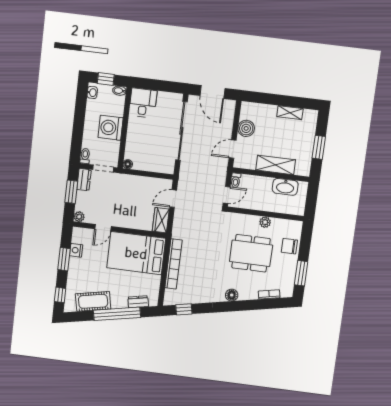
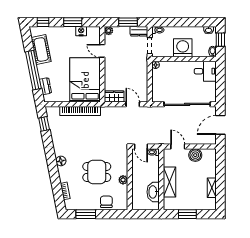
dining table: (251, 253) -> (97, 172), width x0.73

